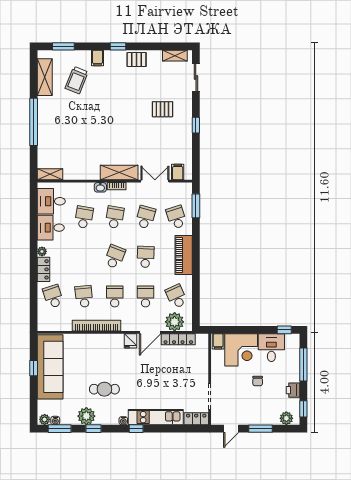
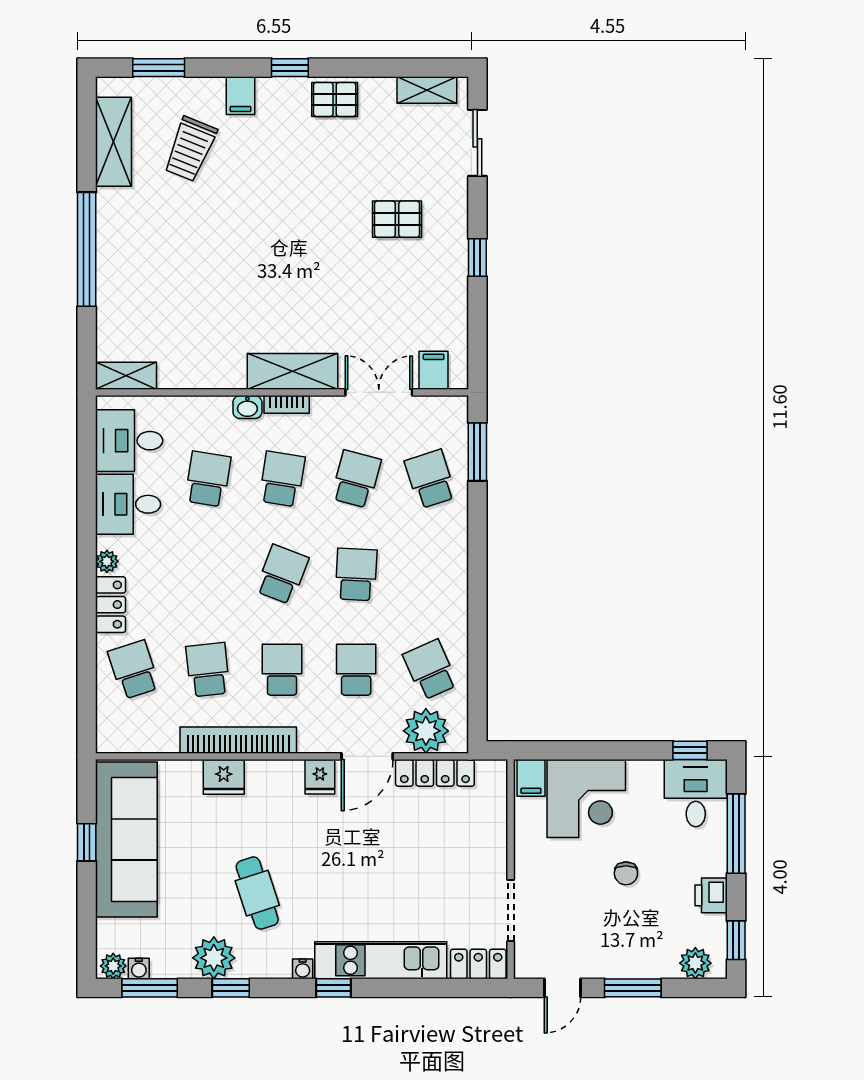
piano: (184, 255) -> (448, 570), removed
fridge: (90, 341) -> (224, 777), added
desk: (271, 348) -> (696, 793), moved
cafe table: (104, 389) -> (257, 893), turned 72

